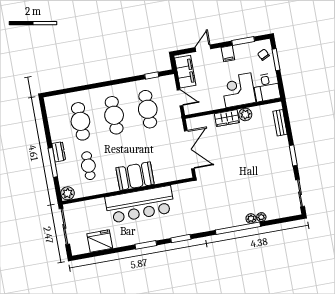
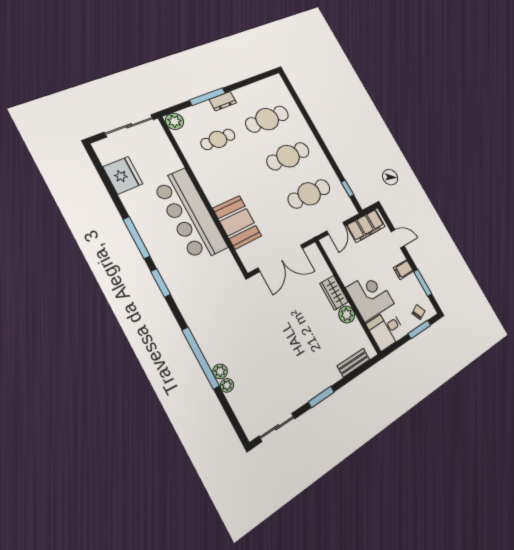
booth: (135, 176) -> (237, 222), moved
window: (146, 245) -> (137, 238), width x1.44

